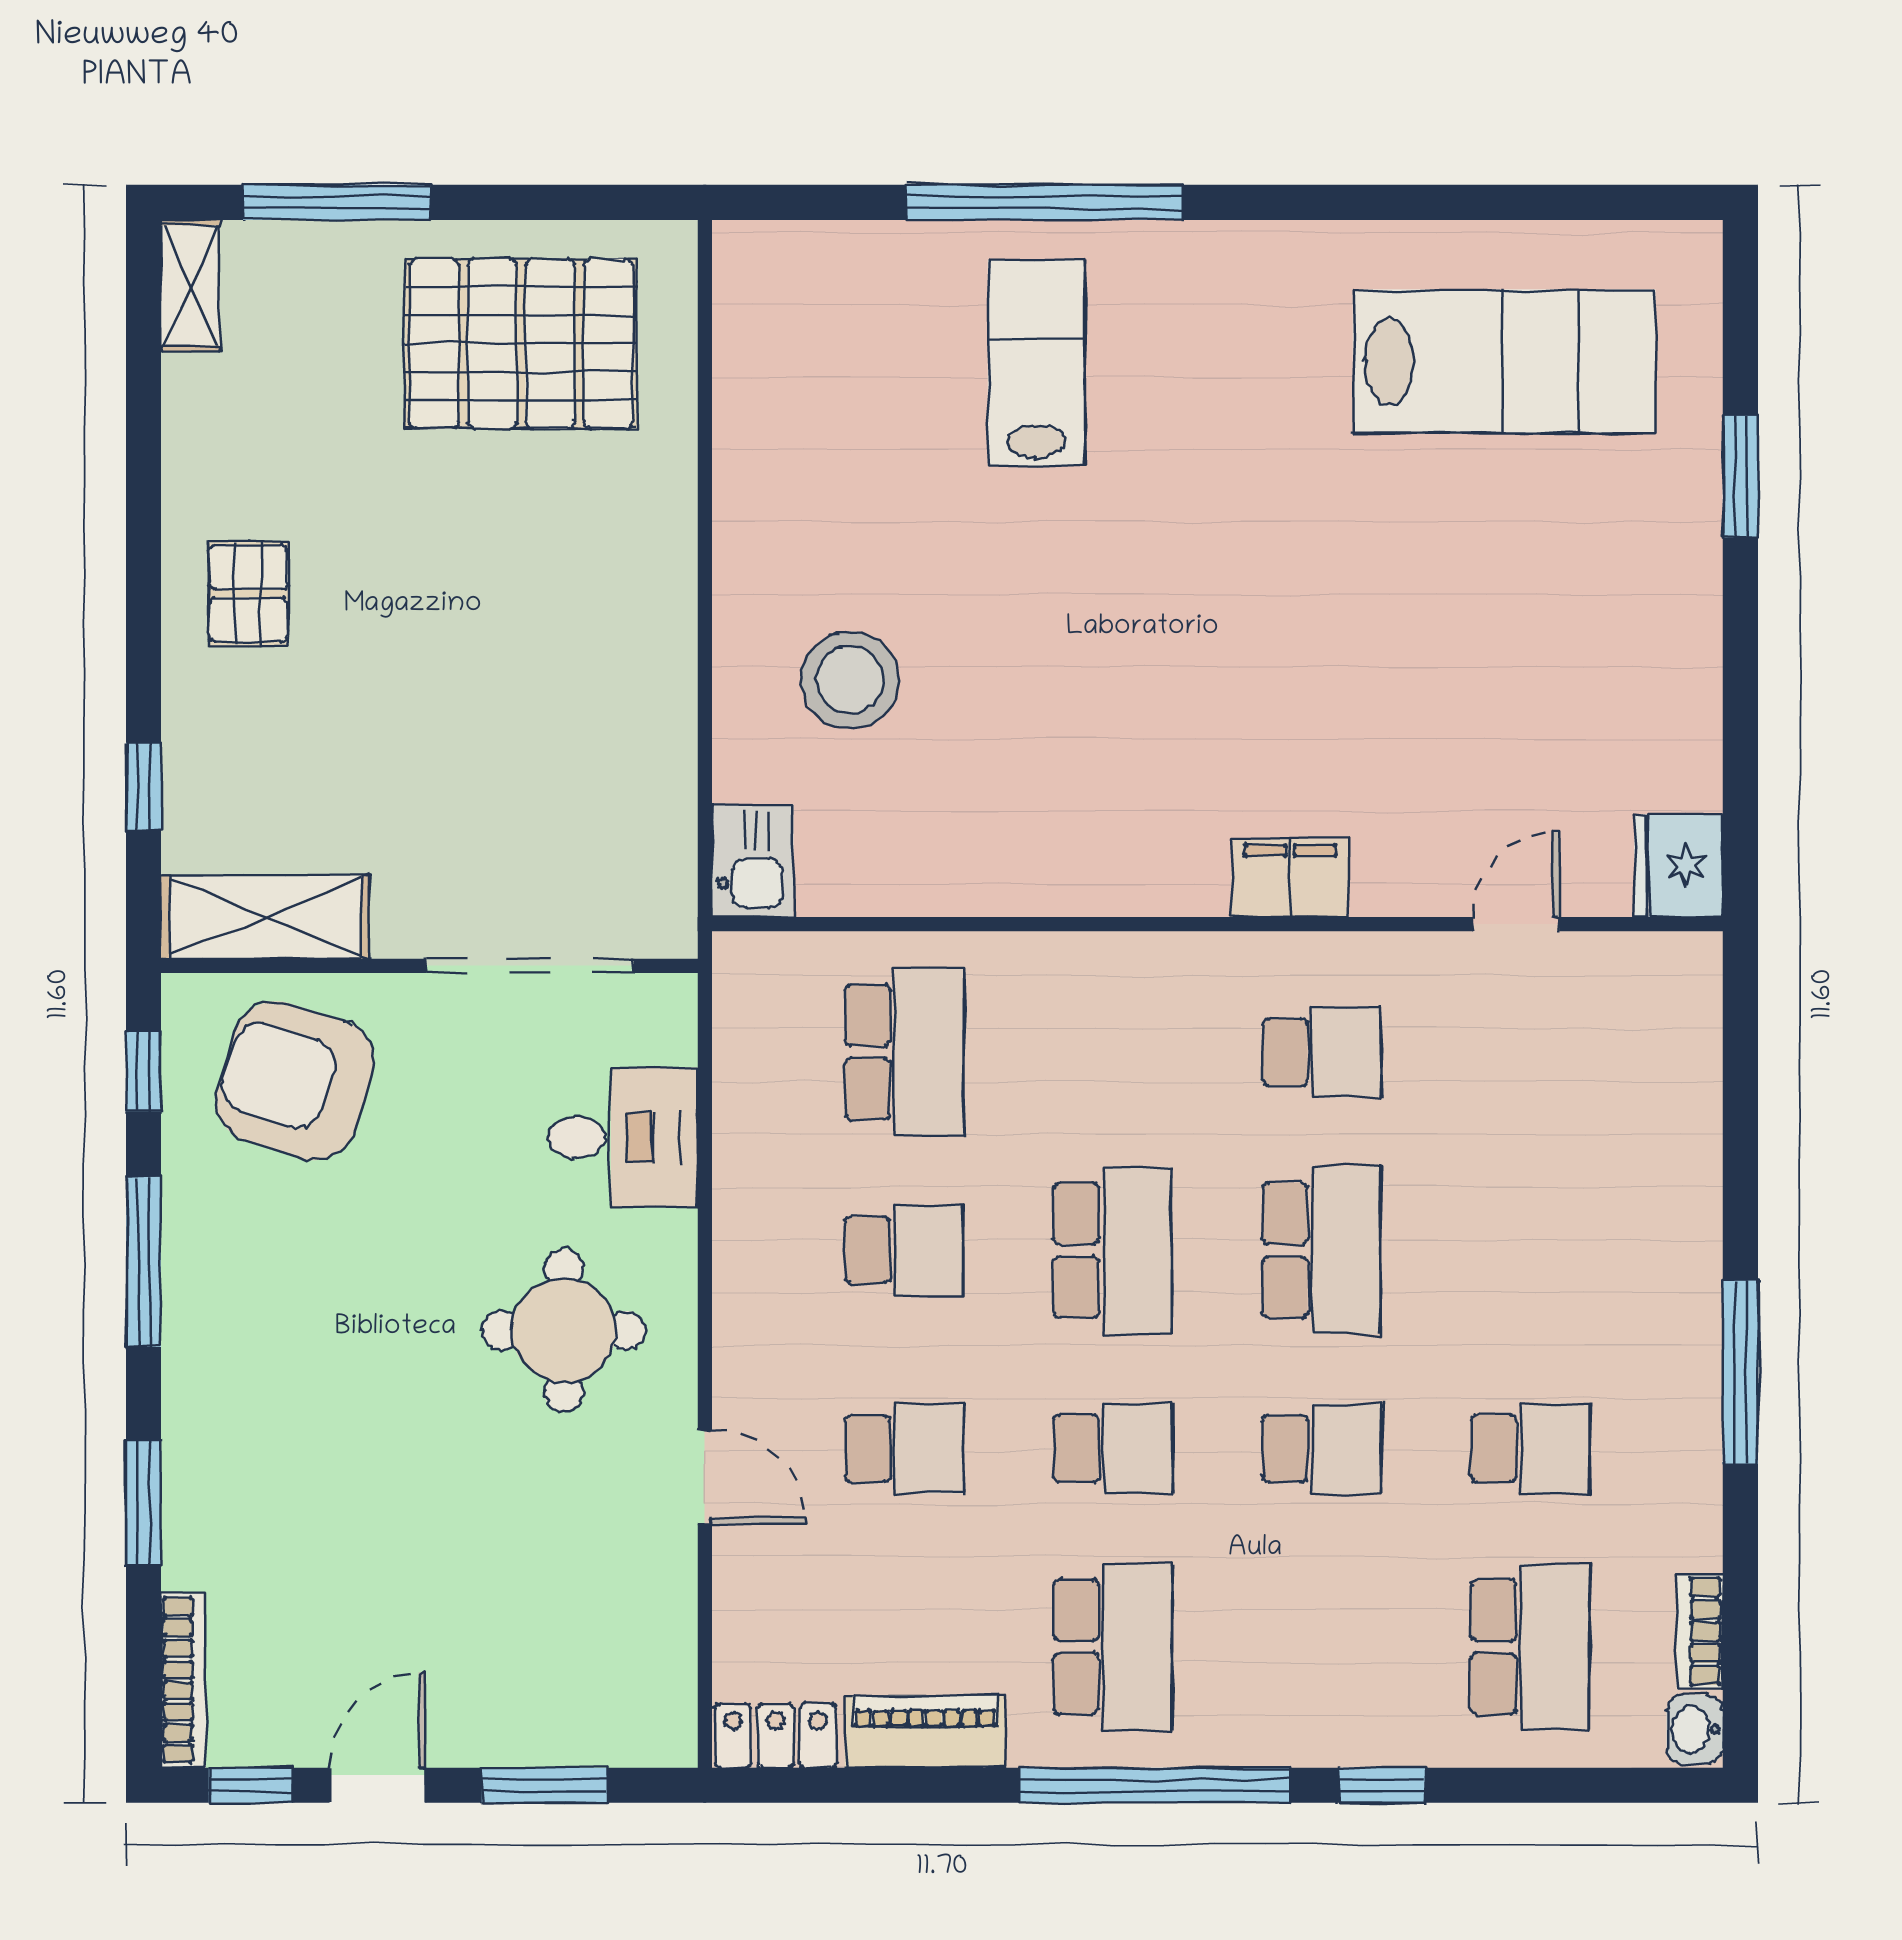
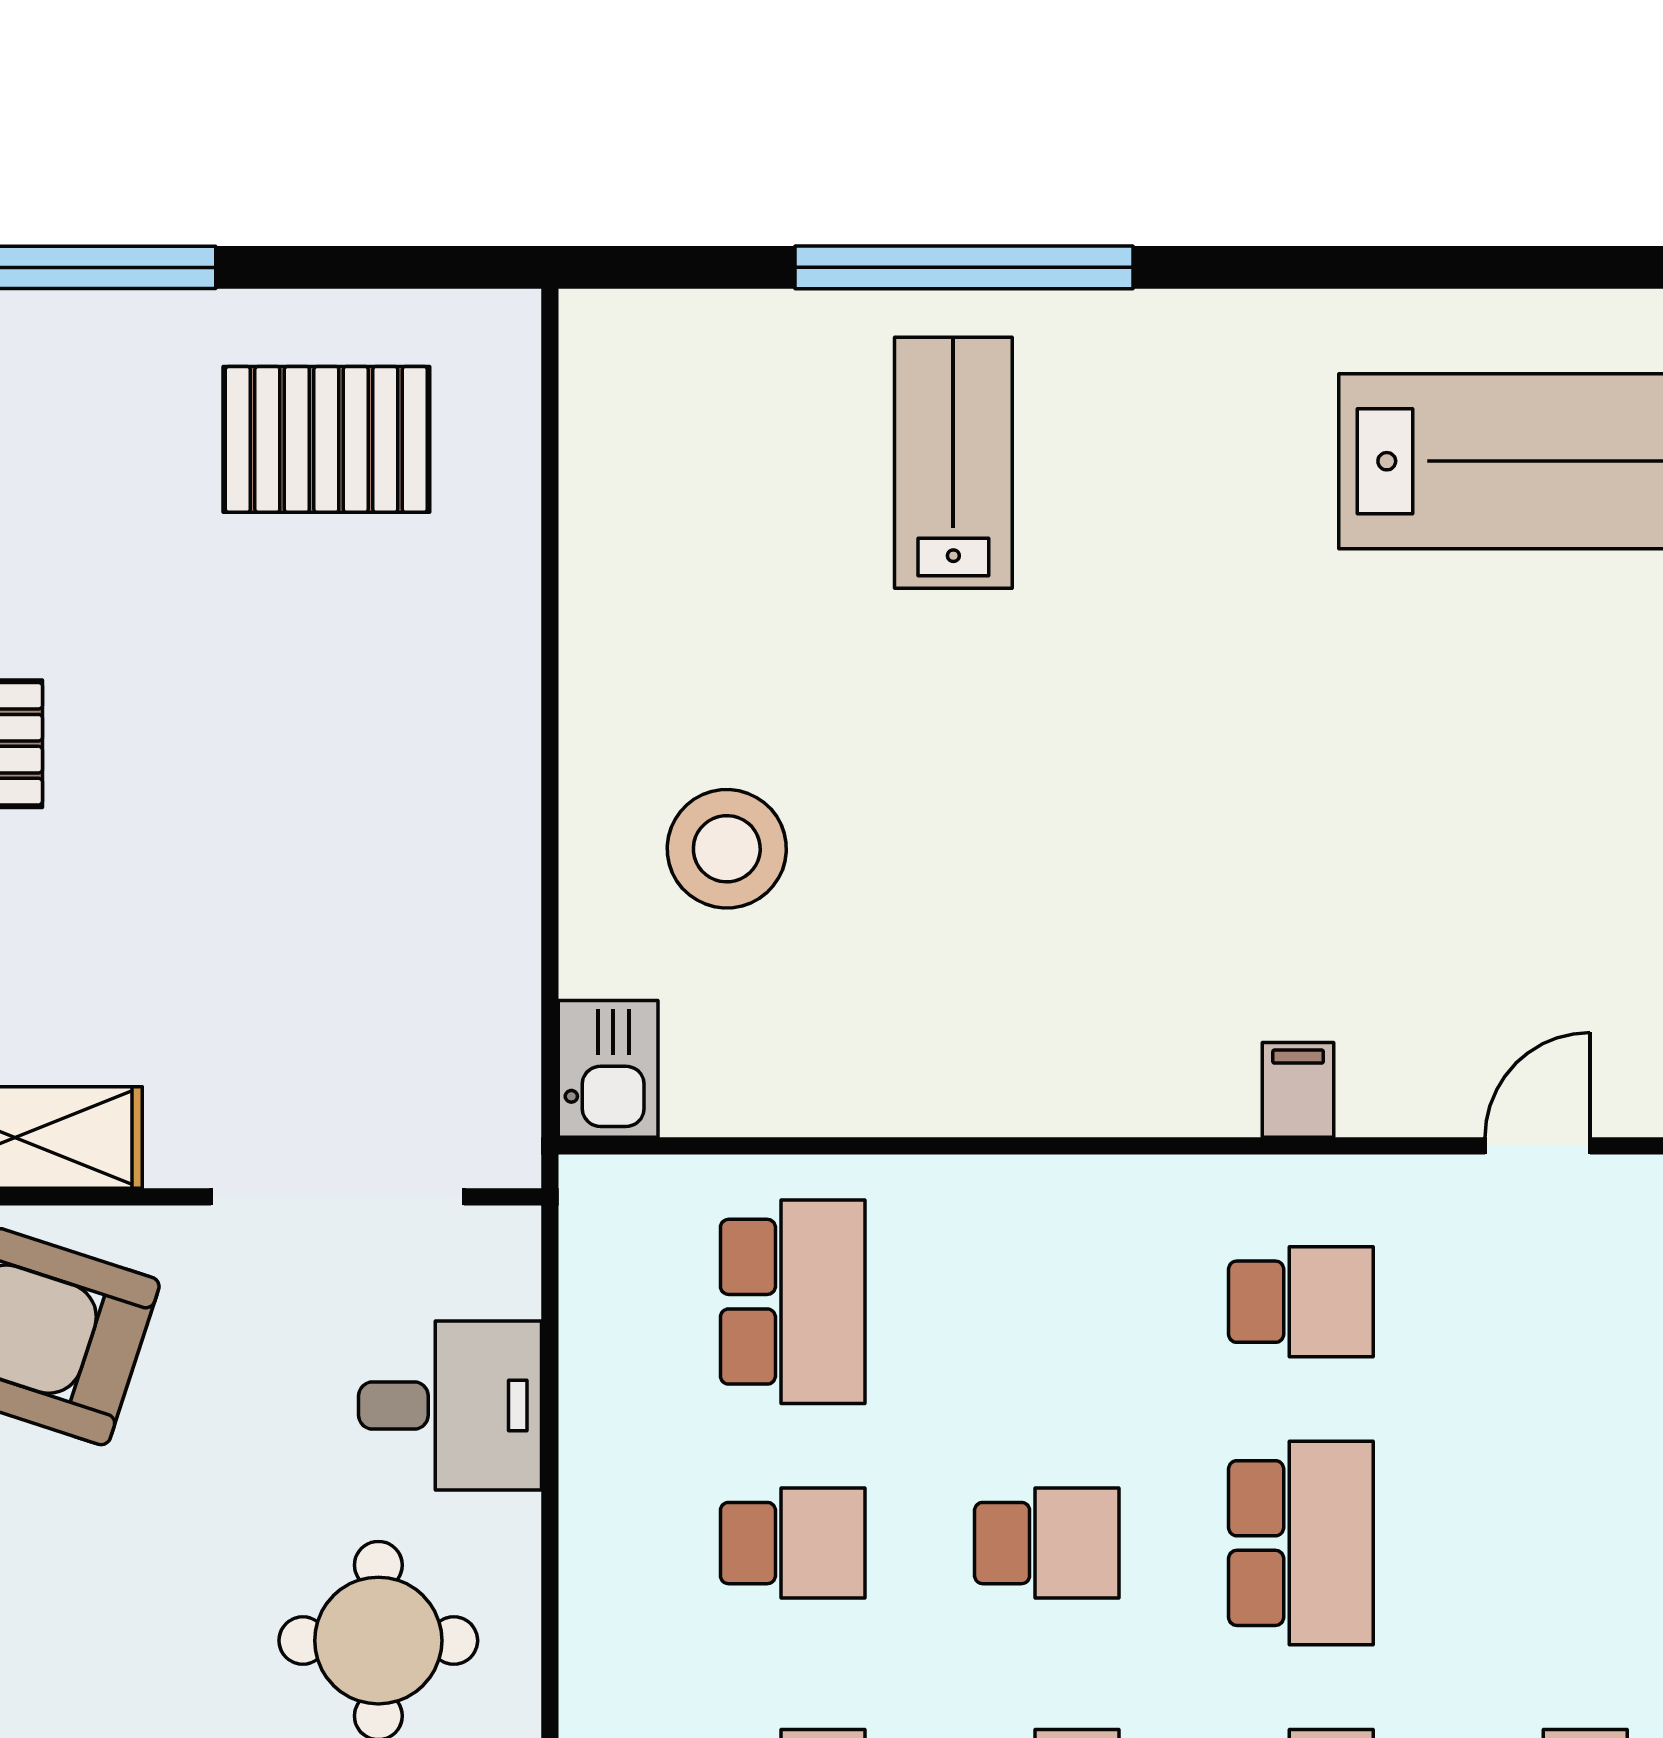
pallet: (521, 344) -> (326, 439), width x0.73, depth x0.71
filing cabinet: (1290, 878) -> (1298, 1090), width x0.50
school desk: (1113, 1250) -> (1047, 1543), width x0.54

